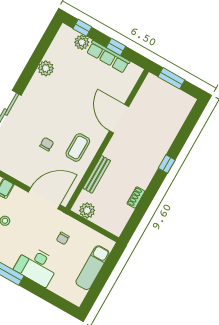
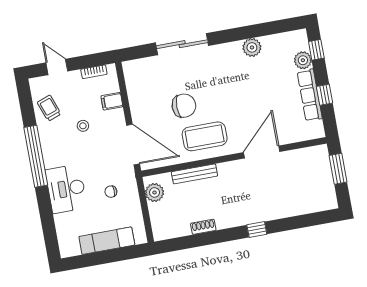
chair: (47, 144) -> (184, 106), width x1.87, depth x1.87
coffee table: (78, 147) -> (205, 136), width x1.36, depth x1.32

